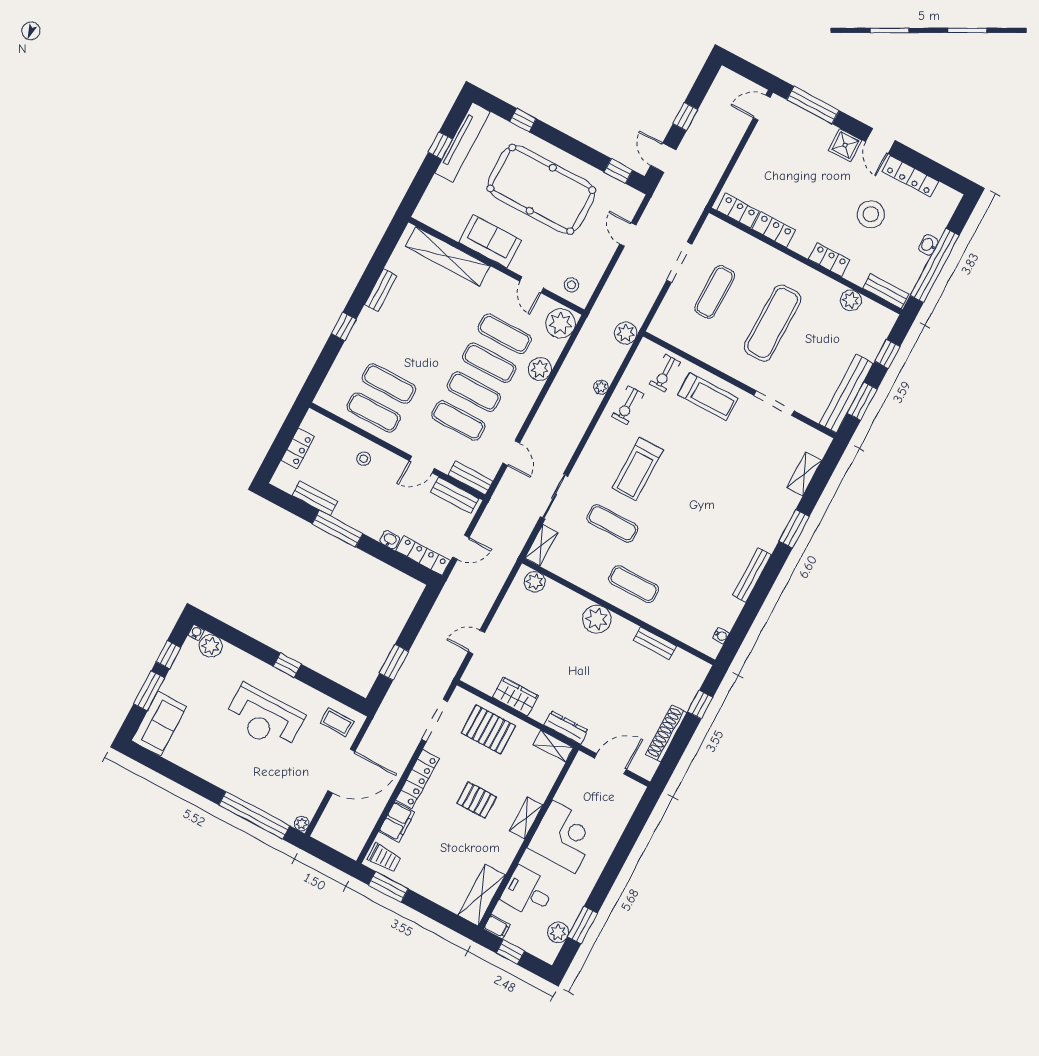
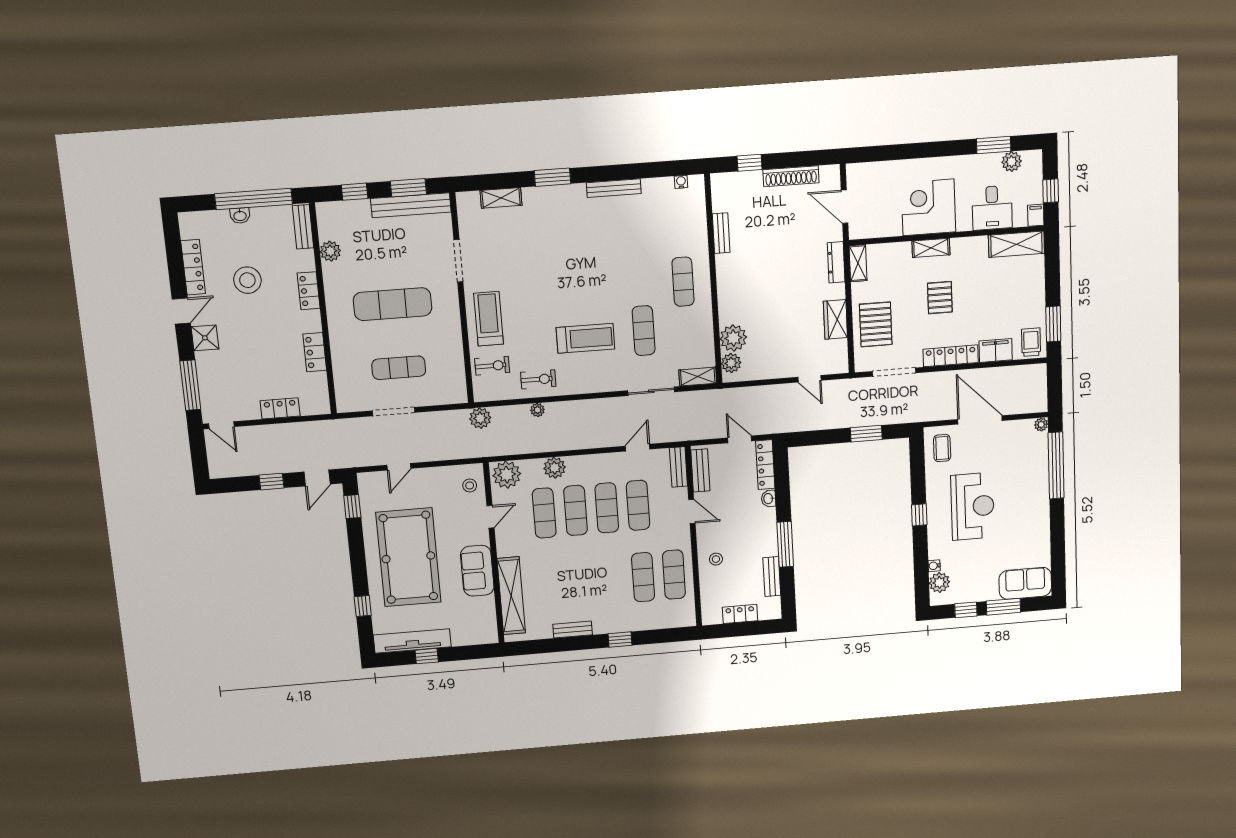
locker: (738, 211) -> (280, 408), moved, turned 90
plant: (597, 619) -> (733, 338), moved
water cooler: (196, 633) -> (934, 566), moved

